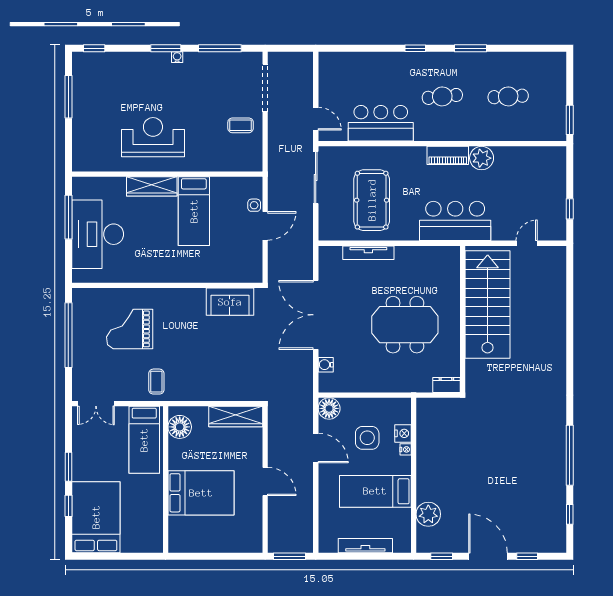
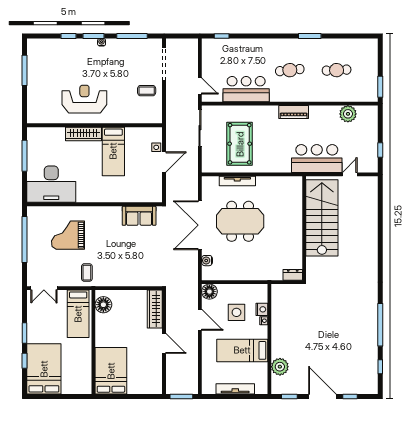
window: (94, 48) -> (69, 36), moved
window: (415, 48) -> (222, 36), moved
plant: (482, 158) -> (348, 114), moved
bar counter: (455, 221) -> (317, 159), moved
desk: (98, 234) -> (51, 184), moved, turned -90
meeting table: (405, 325) -> (240, 221), moved
wardrobe: (236, 416) -> (155, 309), moved, turned 90
bed: (201, 493) -> (111, 371), moved, turned -90

